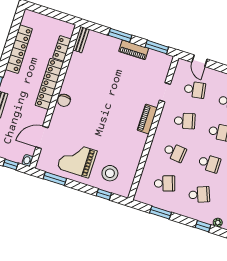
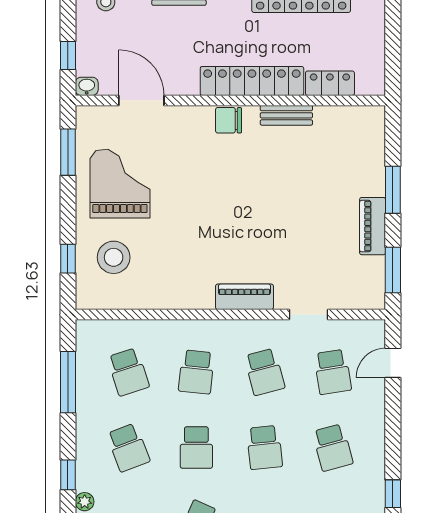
bench: (81, 40) -> (286, 115), moved
window: (160, 213) -> (68, 382), width x1.44

